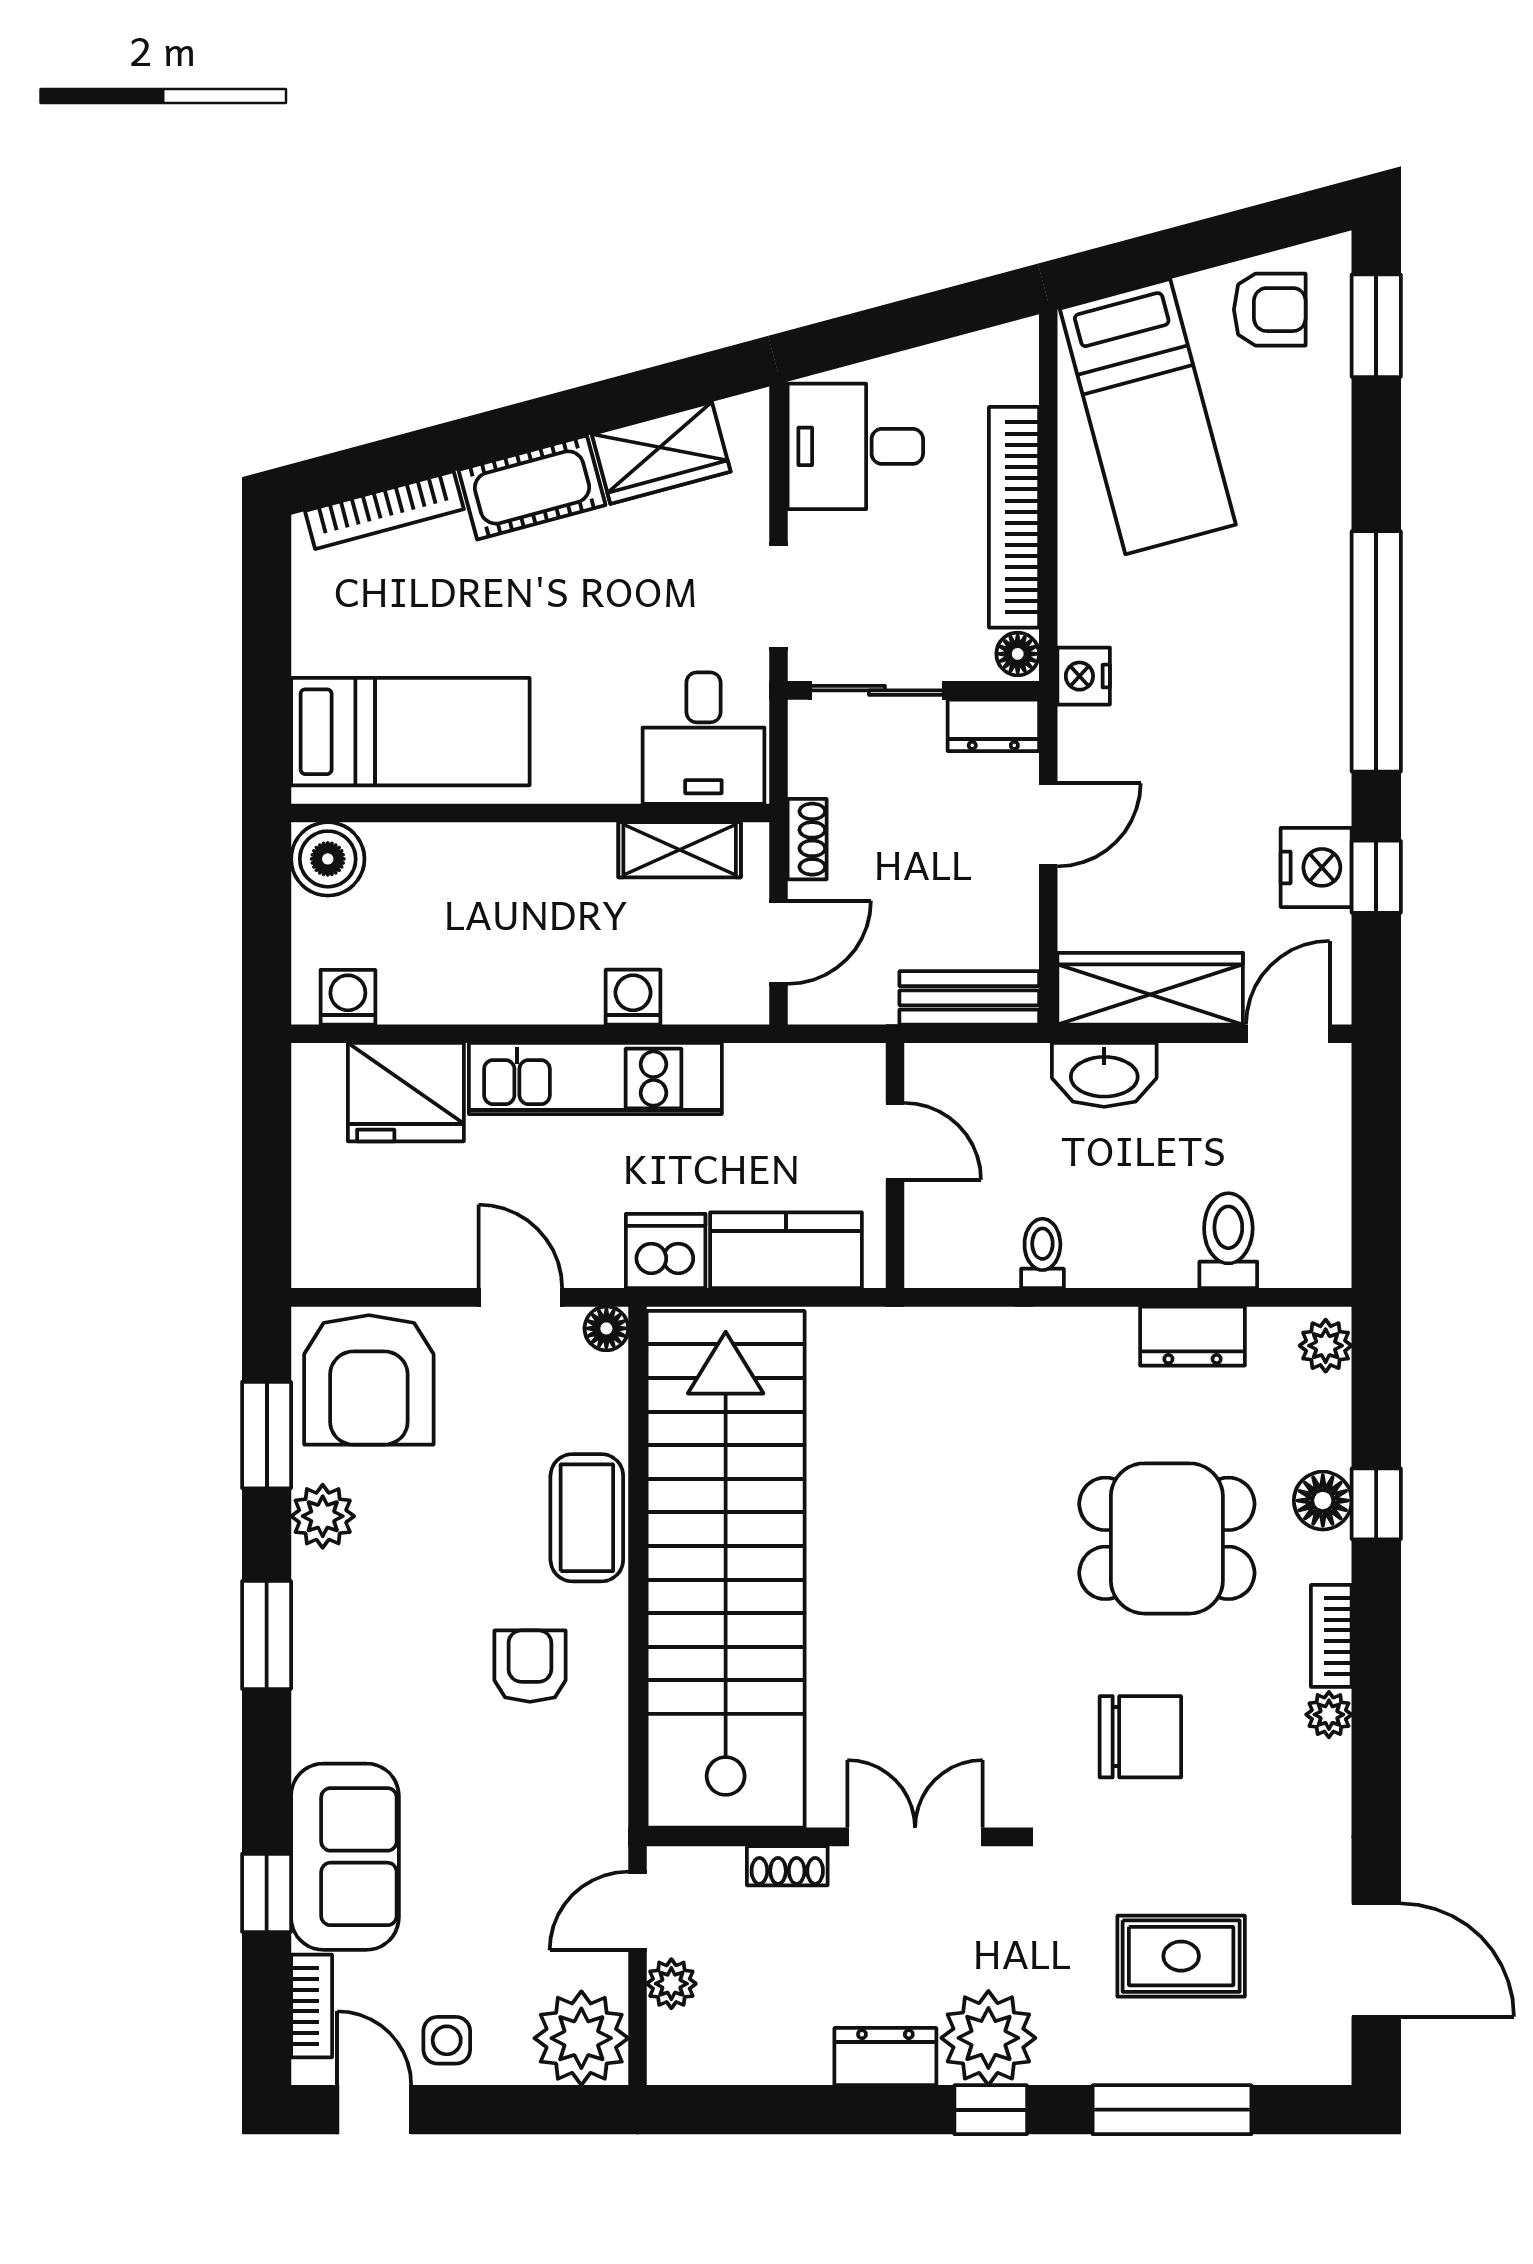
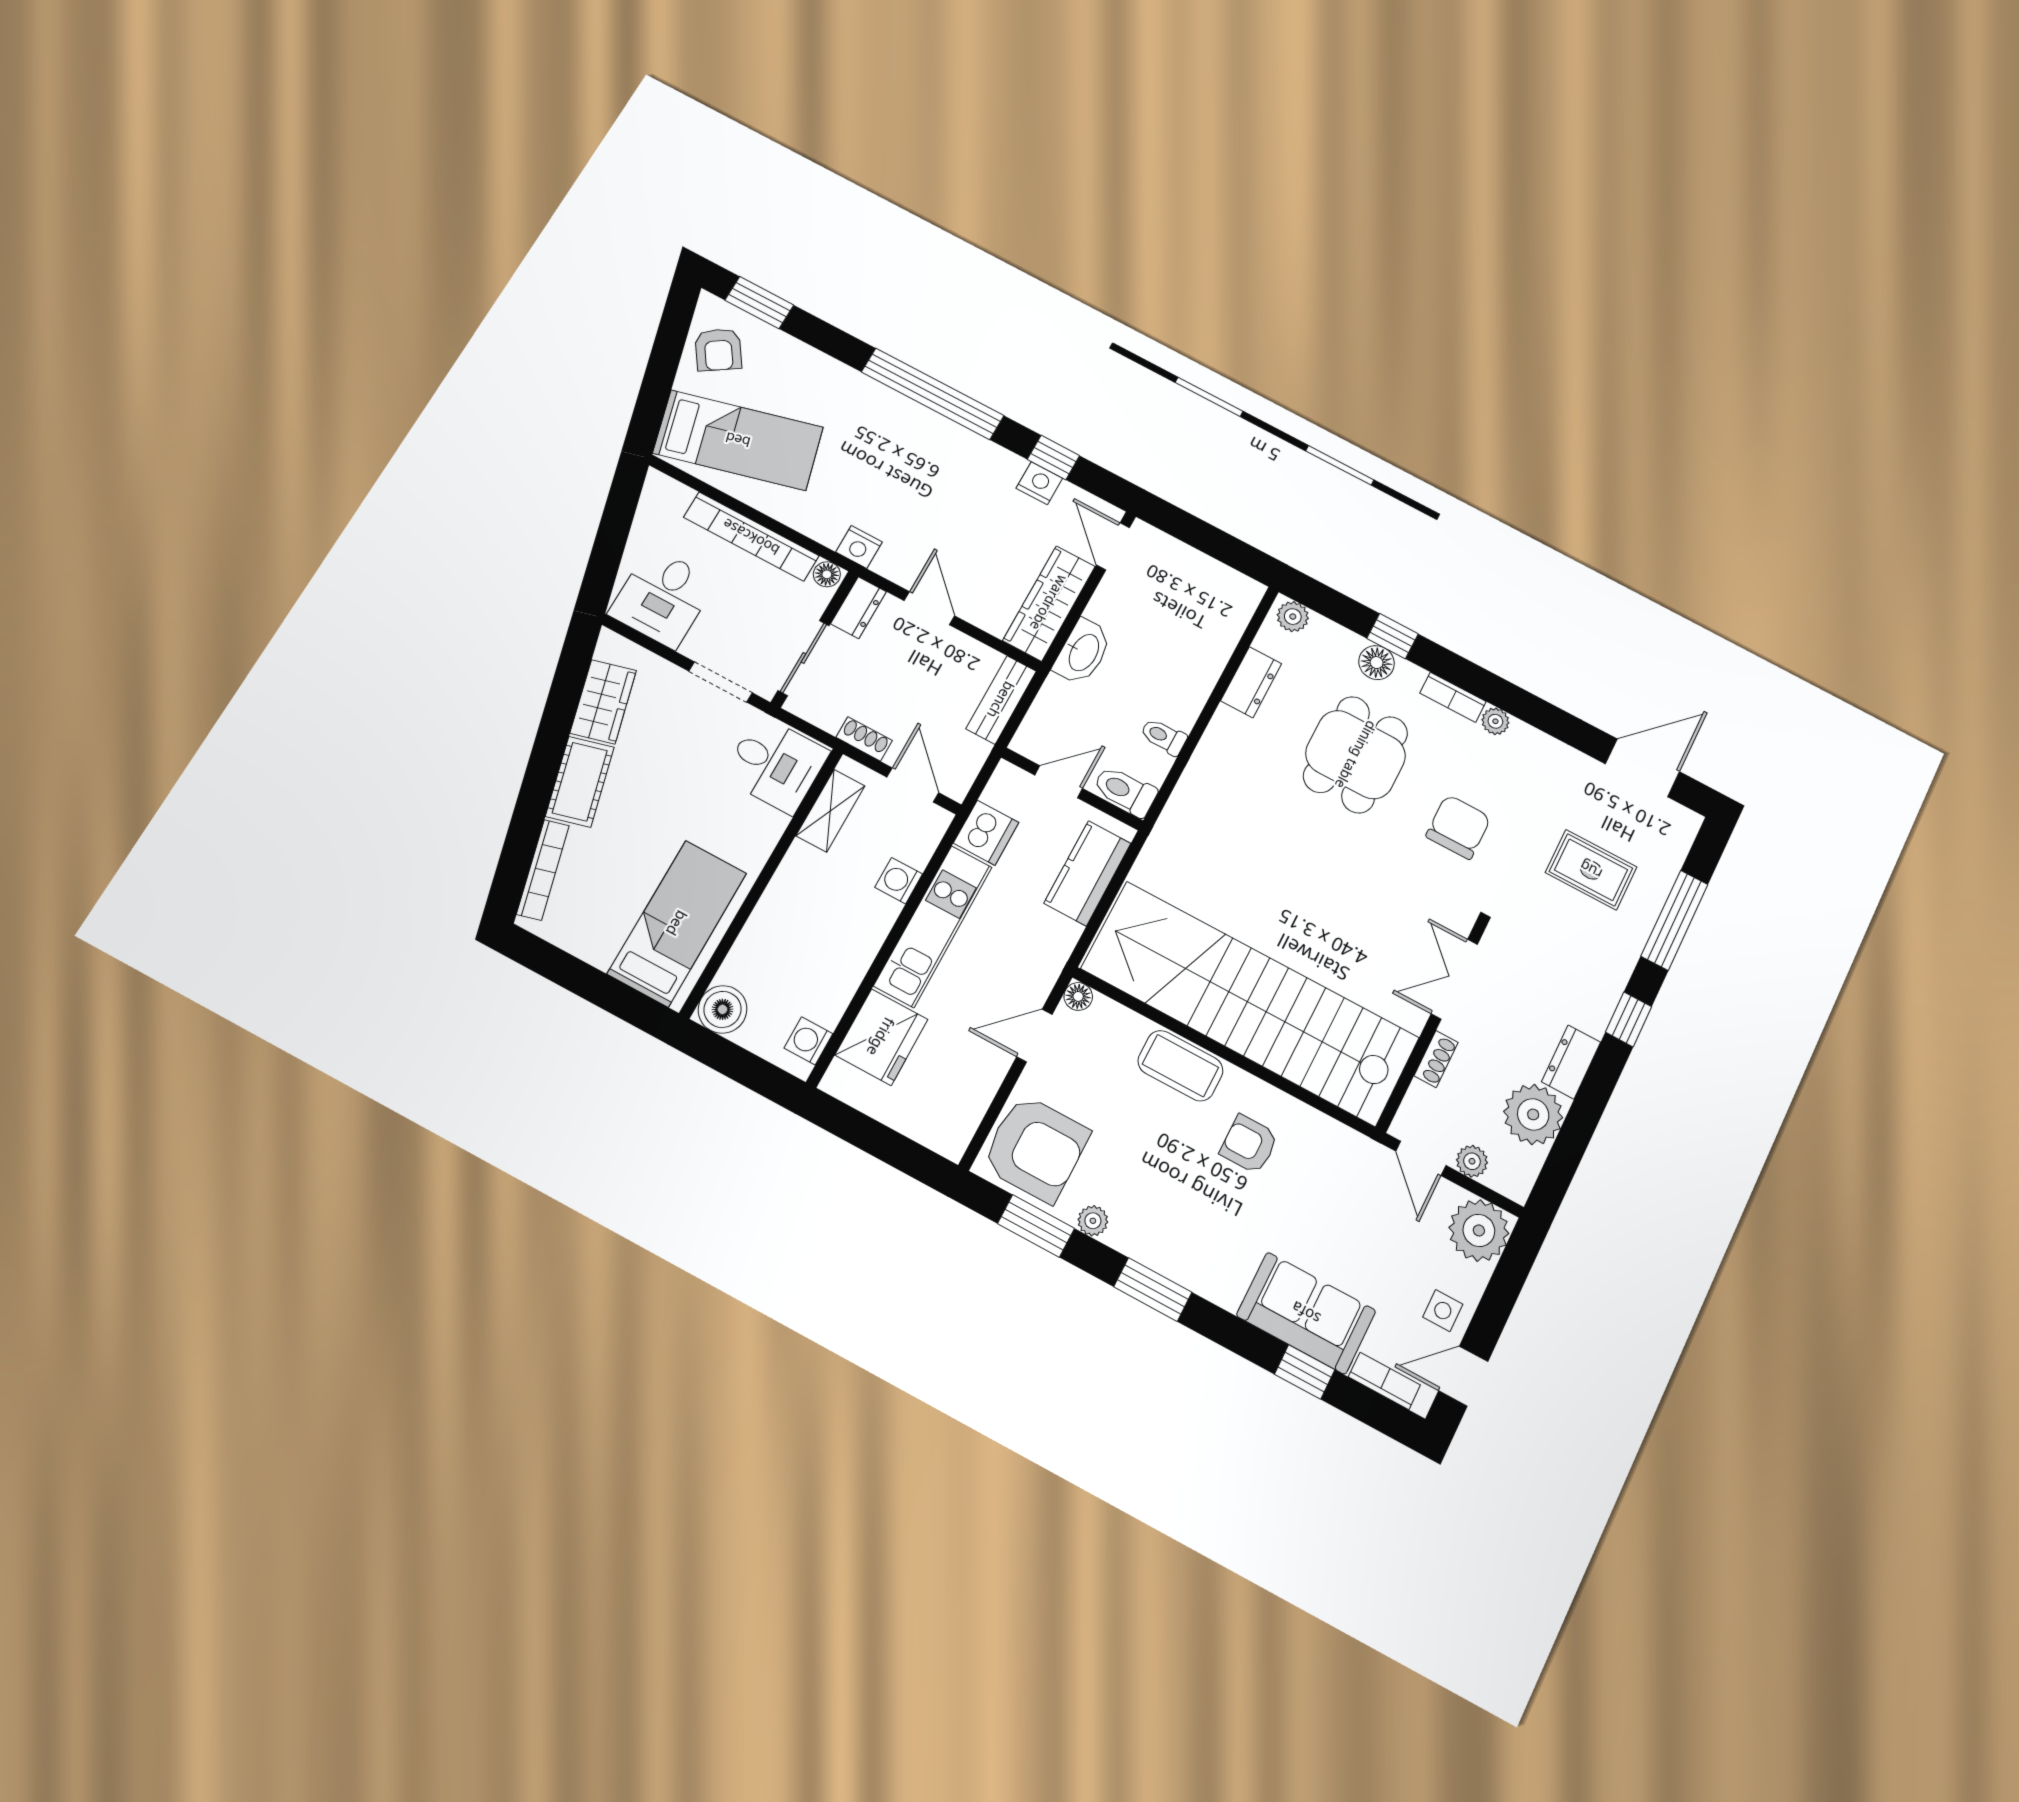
armchair: (1270, 310) -> (718, 350), turned 146
nightstand: (1316, 867) -> (1039, 483), width x0.74, depth x0.75
toilet: (1228, 1241) -> (1125, 791), moved
dishwasher: (666, 1251) -> (986, 833), moved, turned 180
plant: (323, 1516) -> (1093, 1221), width x0.73, depth x0.73
rug: (1181, 1956) -> (1591, 870), turned 90
plant: (988, 2038) -> (1533, 1114), moved

